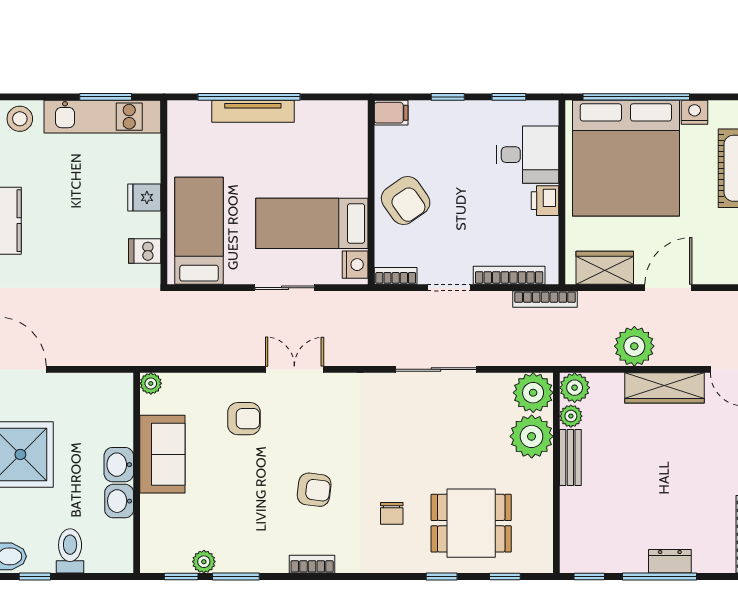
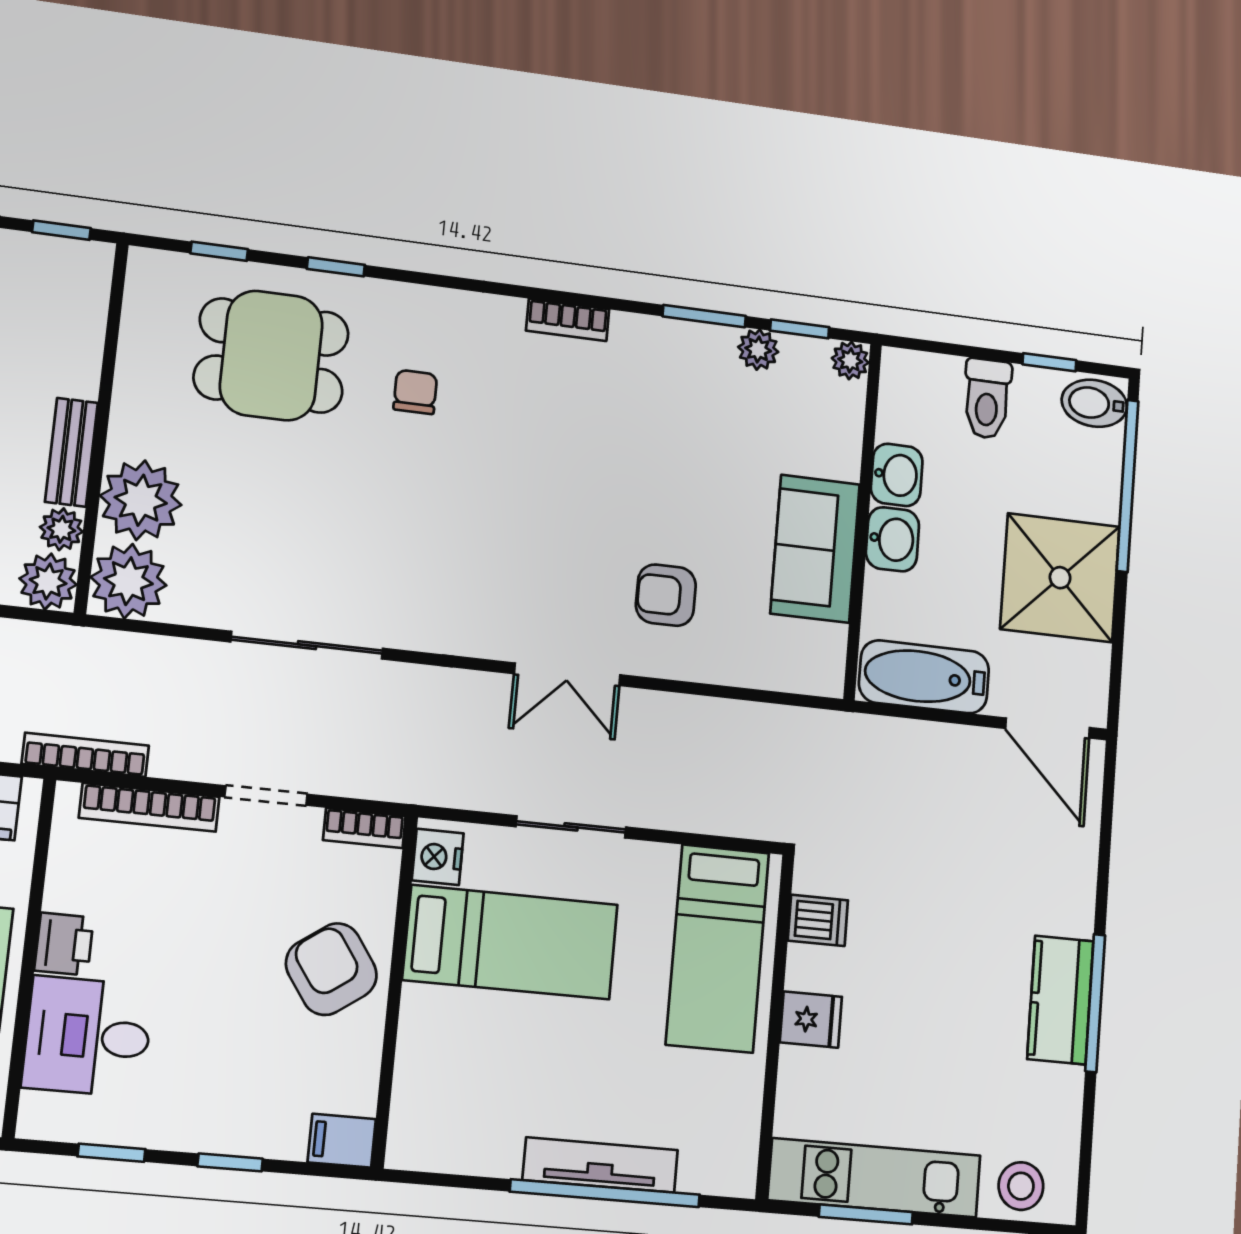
plant: (151, 383) -> (850, 360), moved
bathtub: (95, 390) -> (924, 677), added
armchair: (314, 490) -> (552, 452), removed

